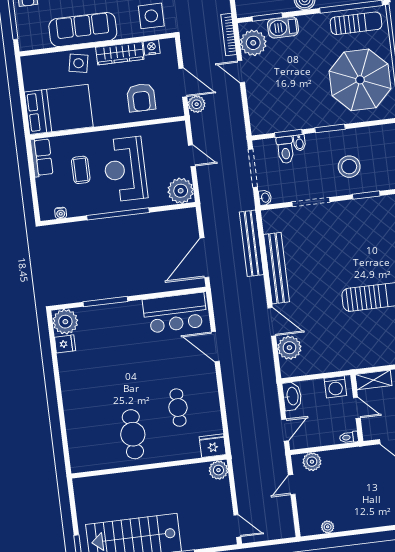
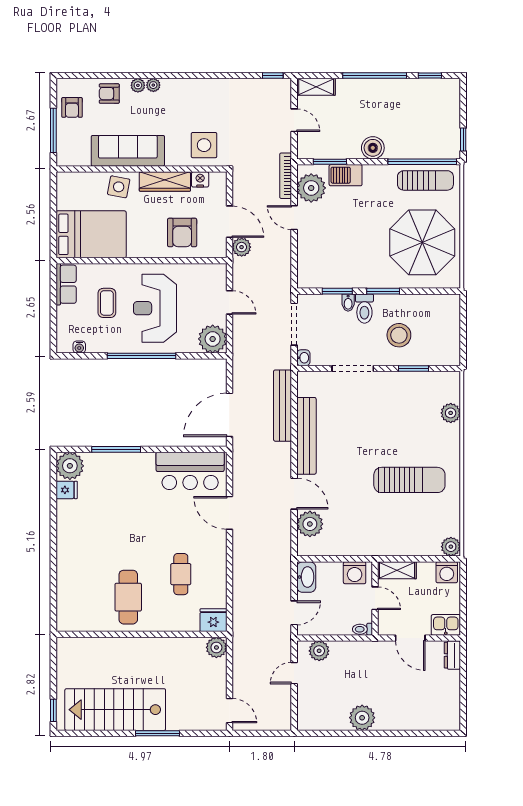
toilet: (285, 150) -> (364, 309), moved
plant: (328, 527) -> (362, 718), moved, width x1.88, depth x1.88

